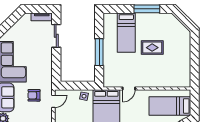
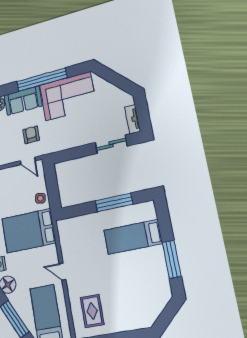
rug: (152, 48) -> (92, 311), moved
window: (99, 52) -> (114, 202), moved
door: (129, 88) -> (62, 272), moved

